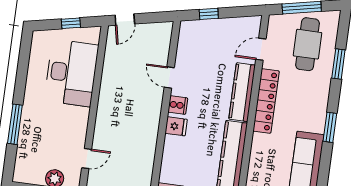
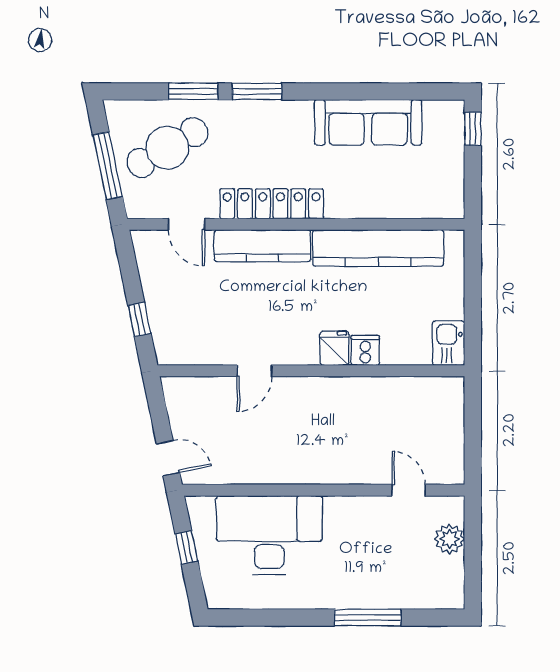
cafe table: (308, 44) -> (167, 148), turned -30
cooker: (178, 105) -> (365, 350), moved
window: (330, 127) -> (257, 91), moved

